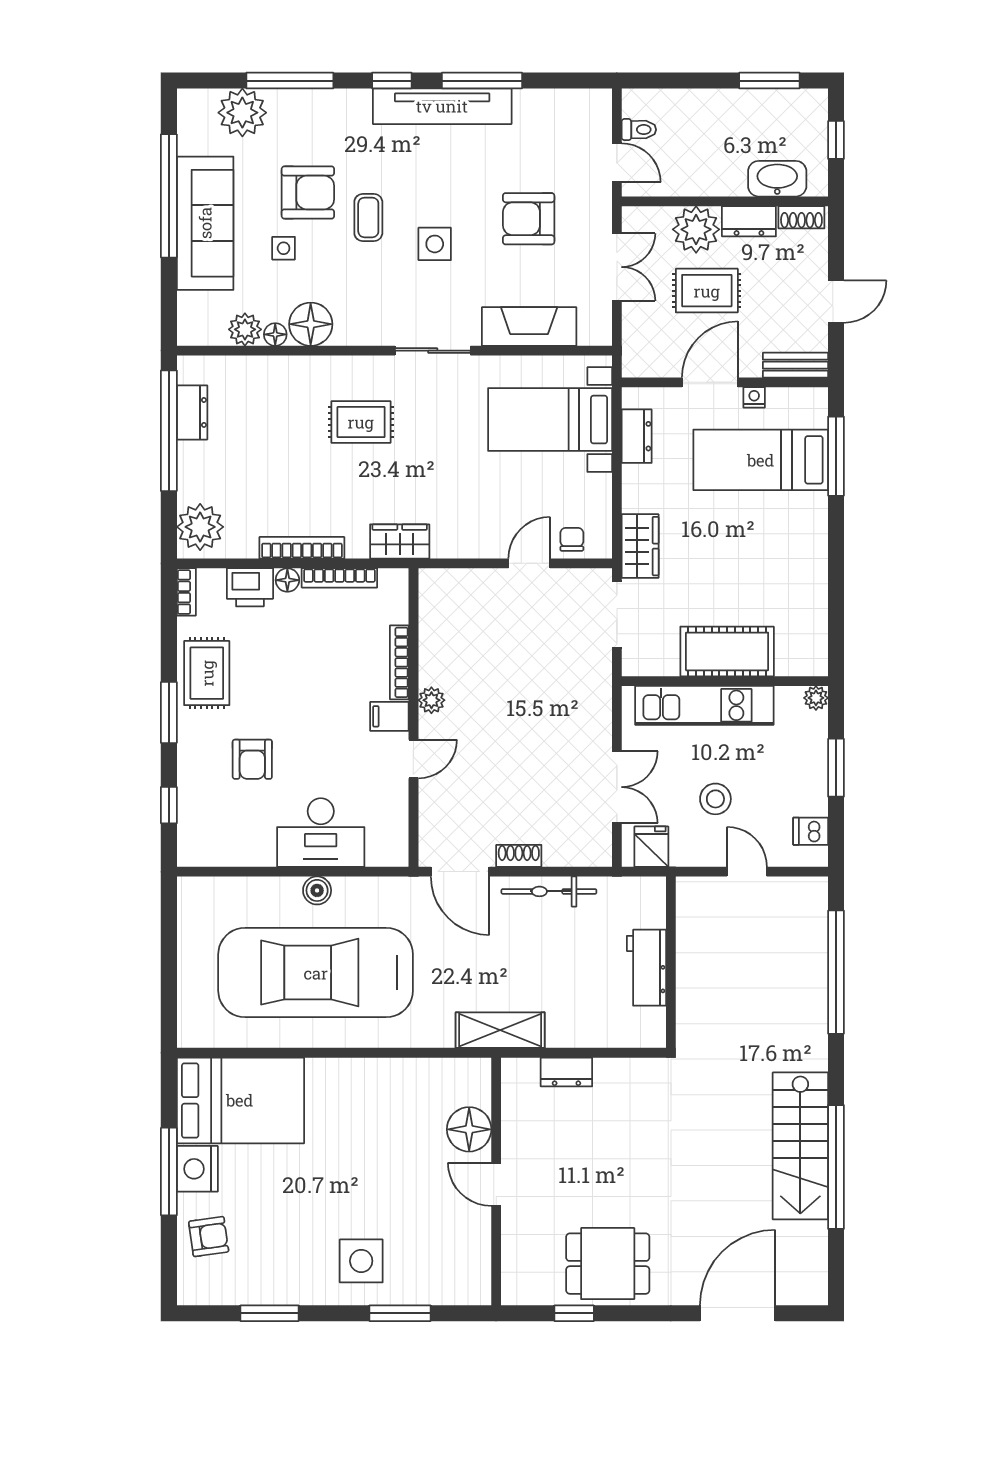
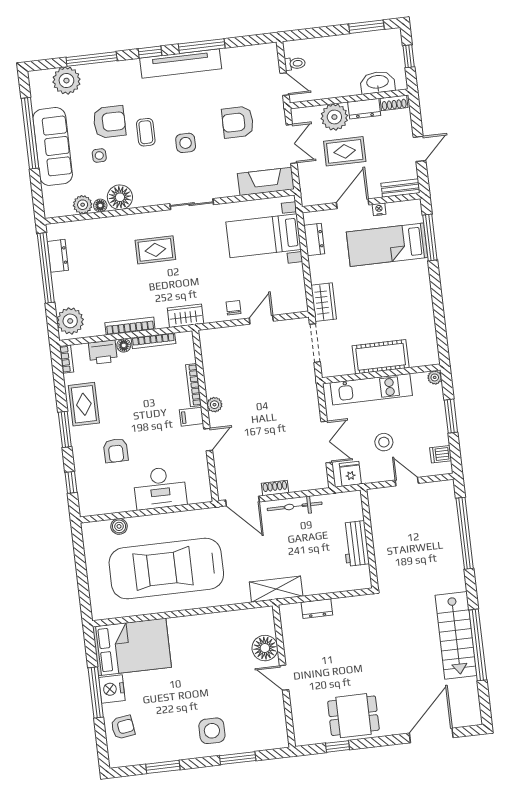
fireplace: (529, 326) -> (266, 181), moved
chair: (572, 539) -> (234, 308), moved
boiler: (317, 890) -> (119, 526), moved

